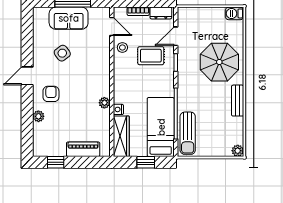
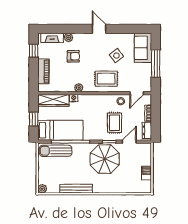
barbecue: (234, 13) -> (147, 173), moved
sofa: (69, 18) -> (143, 48), moved
door: (176, 36) -> (129, 142), hinge flipped
parasol: (219, 62) -> (105, 159), moved
rug: (93, 67) -> (106, 79), added
armchair: (51, 94) -> (73, 56), moved
bench: (238, 101) -> (76, 189), width x1.36
fireplace: (39, 138) -> (52, 38), added

